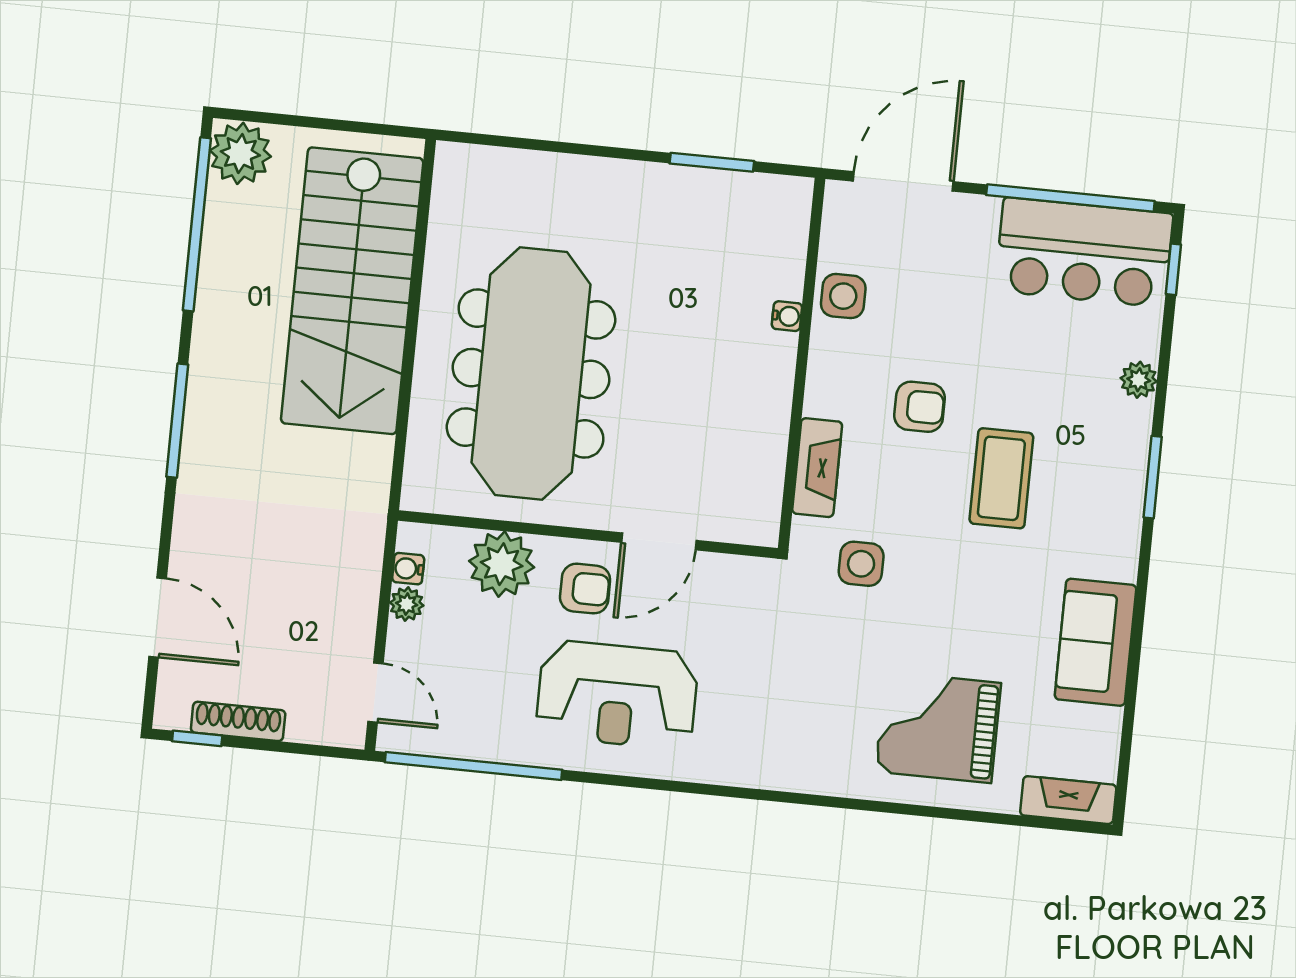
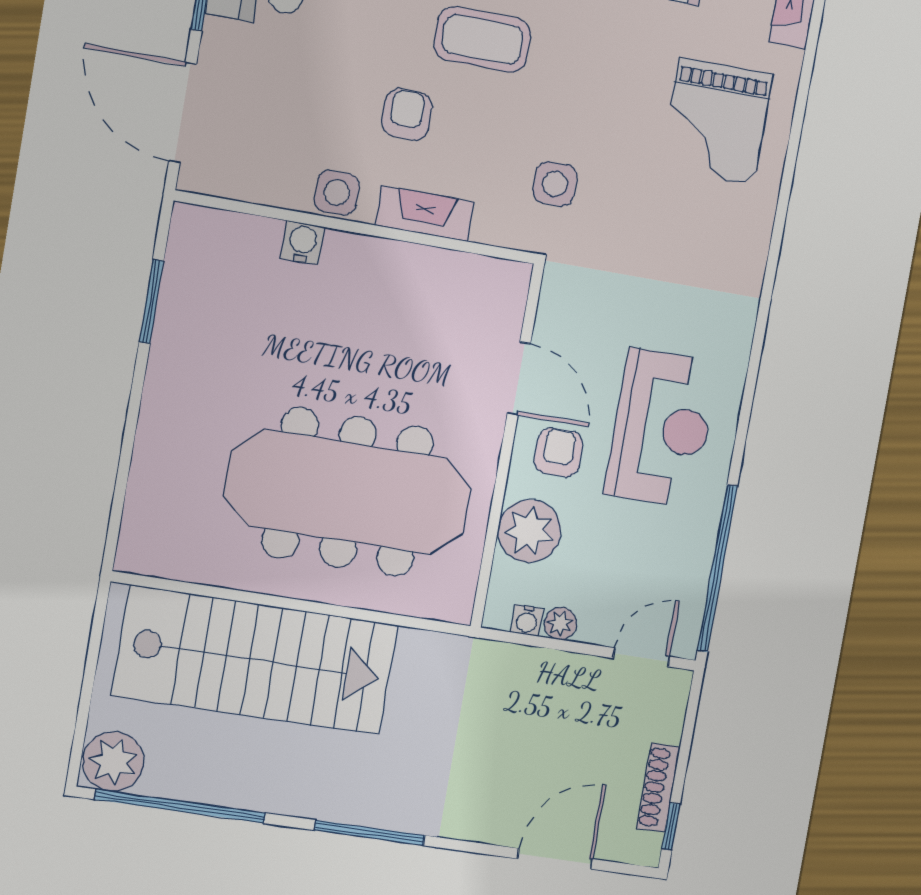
side table: (843, 296) -> (337, 193), moved
water cooler: (787, 316) -> (303, 243), width x1.38, depth x1.38
fireplace: (817, 468) -> (425, 214), moved

